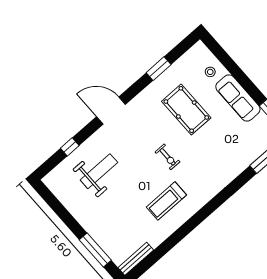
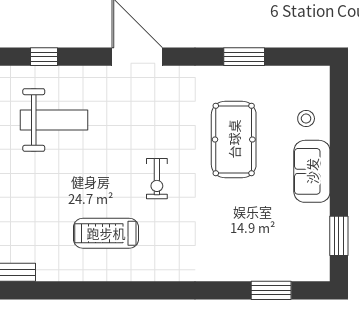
sofa: (238, 98) -> (312, 171), width x0.73

